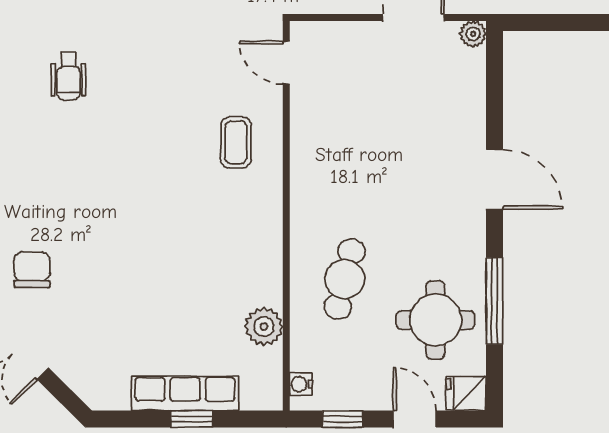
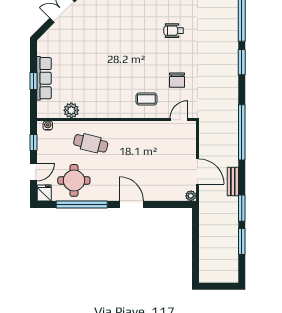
door: (494, 179) -> (131, 205), swing flipped
chair: (32, 270) -> (177, 80), moved, turned 90
window: (494, 301) -> (82, 205), width x1.46

